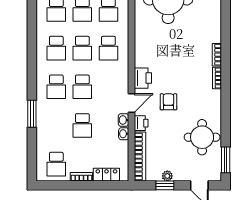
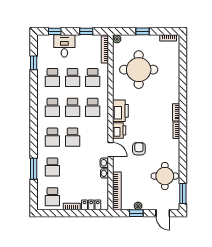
door: (131, 103) -> (110, 150), hinge flipped
window: (32, 114) -> (34, 169), moved
printer: (141, 123) -> (120, 111), moved, width x1.87, depth x1.48
school desk: (82, 125) -> (52, 167), moved

